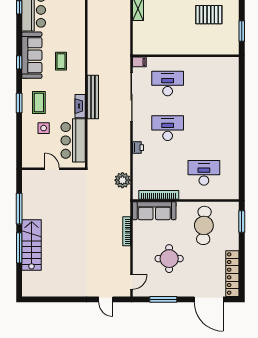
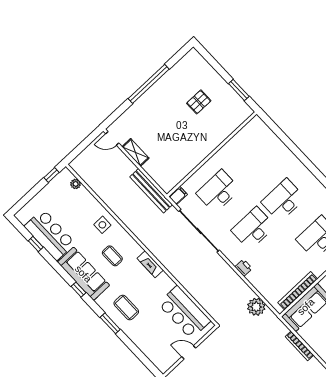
pallet: (209, 15) -> (199, 102), width x0.67, depth x0.71
bench: (93, 97) -> (151, 191), moved
fireplace: (80, 106) -> (150, 264), moved
side table: (44, 128) -> (102, 225), moved
desk: (204, 128) -> (283, 200), added

